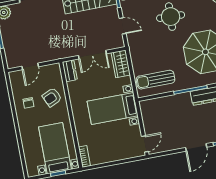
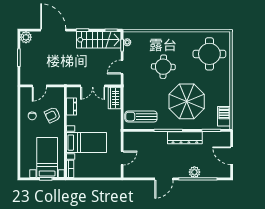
door: (123, 26) -> (122, 67), swing flipped
dresser: (70, 71) -> (71, 107), moved
bed with nightstands: (113, 108) -> (87, 143), moved, turned 180
door: (145, 144) -> (122, 158), moved

